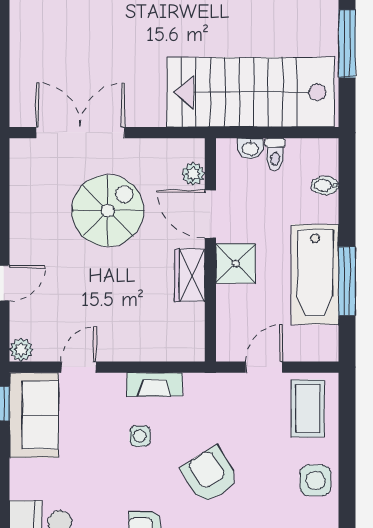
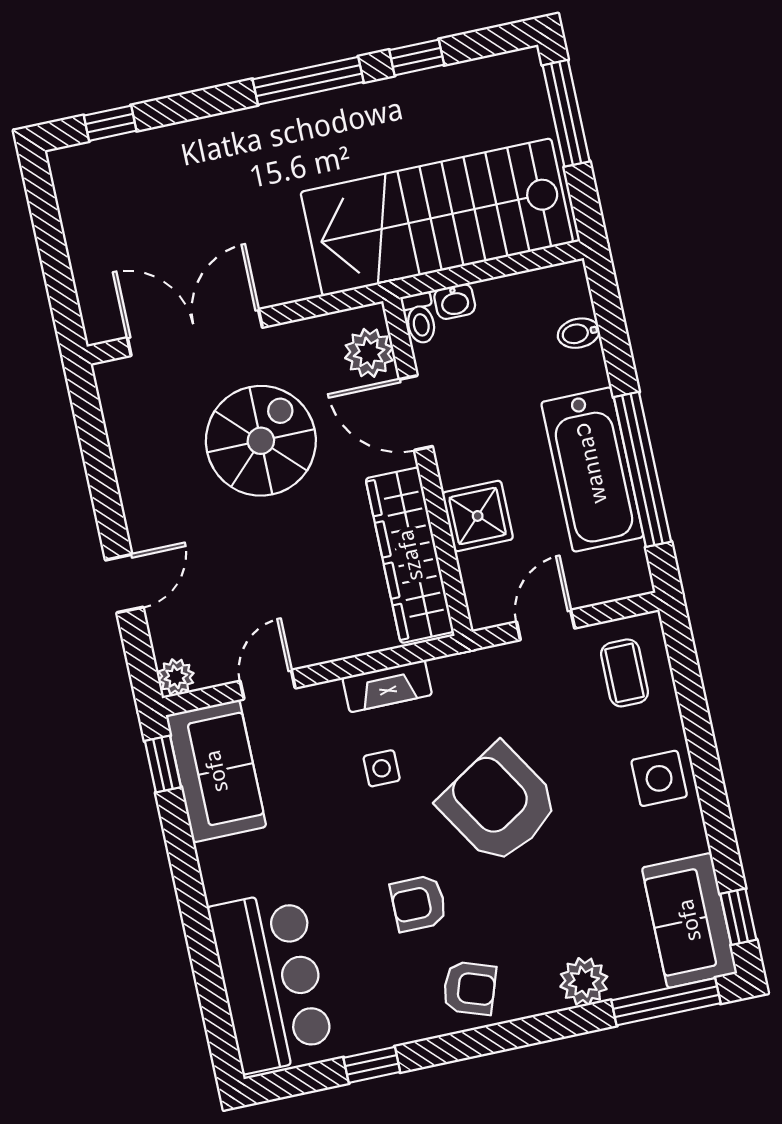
toilet: (275, 154) -> (420, 318), moved
plant: (193, 174) -> (369, 353), width x1.38, depth x1.38
shower: (236, 264) -> (478, 516), moved
wardrobe: (190, 275) -> (410, 555), width x2.10, depth x1.17
window: (347, 281) -> (642, 469), width x1.46
coffee table: (308, 408) -> (625, 673), width x0.73, depth x0.77
armchair: (210, 475) -> (499, 804), width x1.36, depth x1.36

